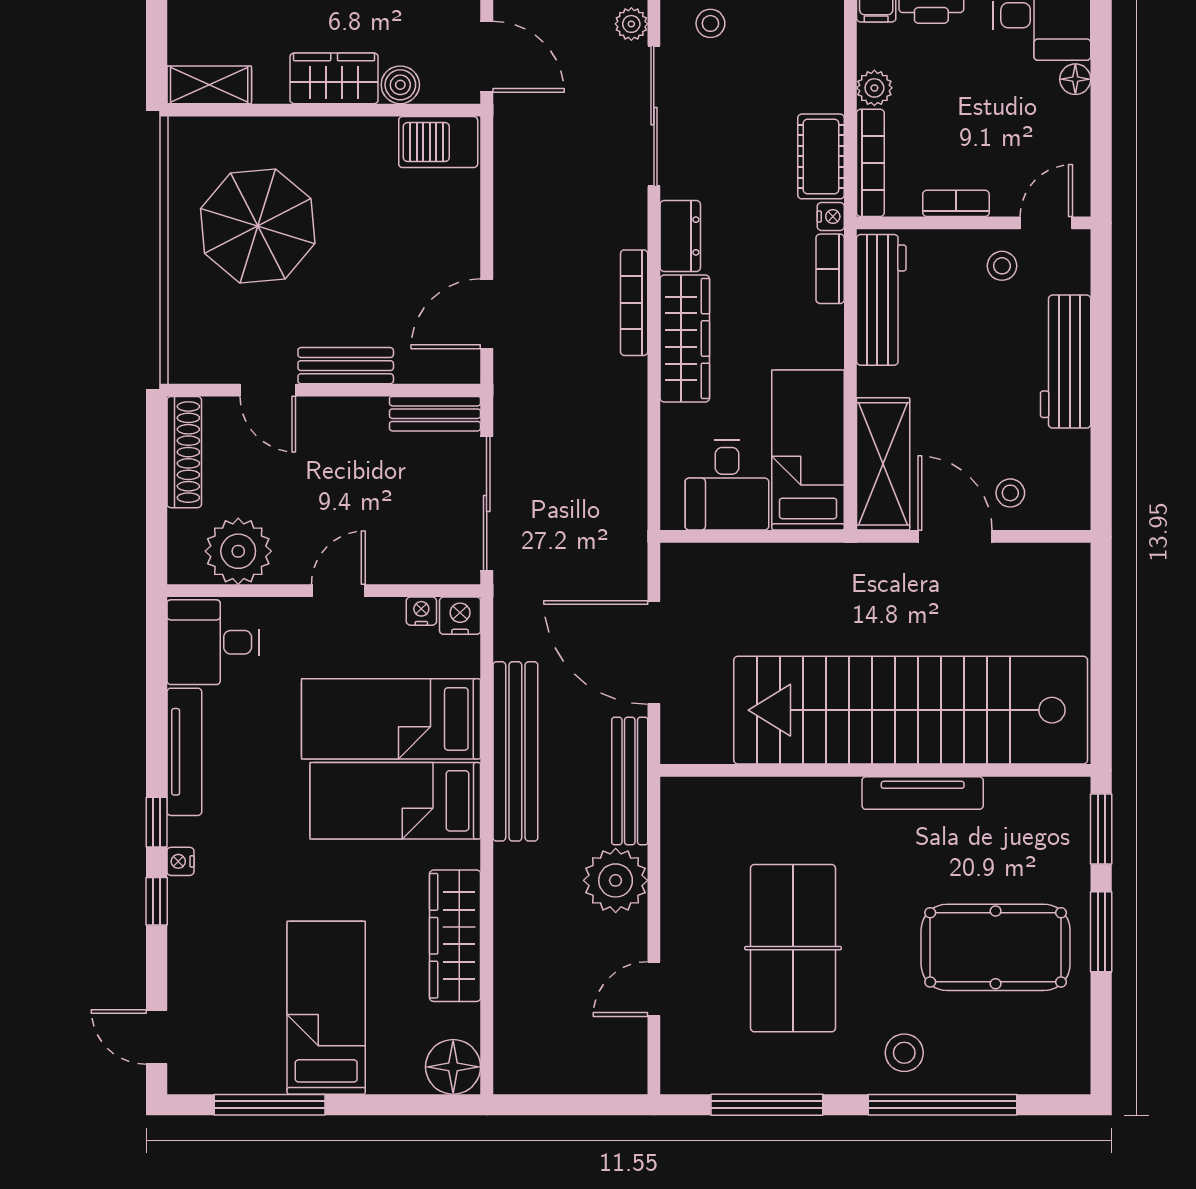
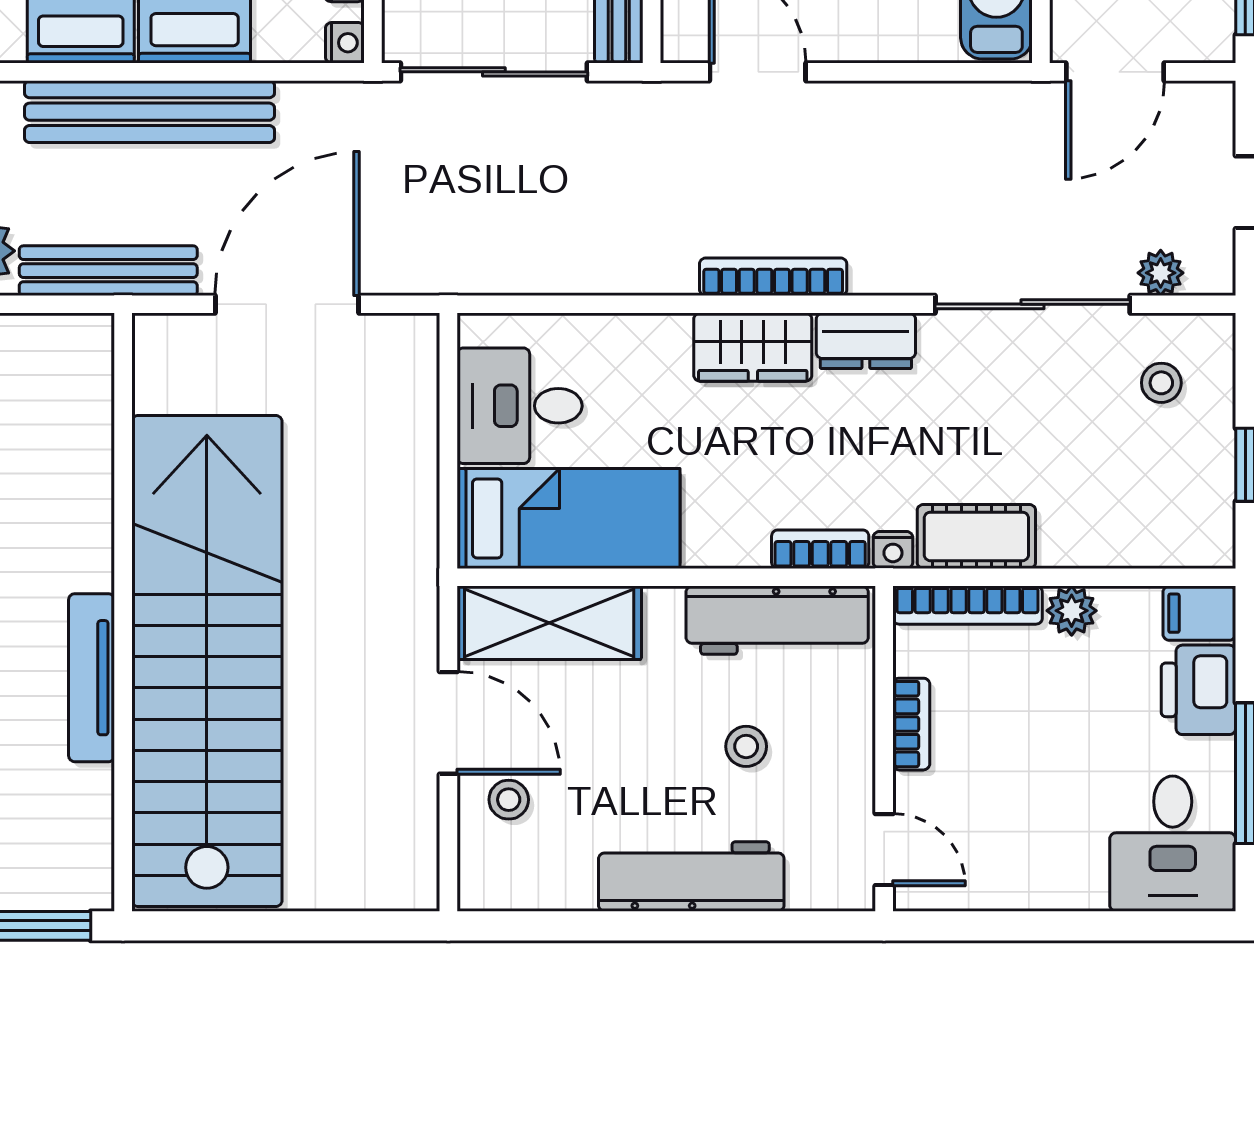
floor lamp: (1075, 79) -> (1084, 890), removed
stool: (1002, 266) -> (746, 746), moved
wardrobe: (685, 339) -> (753, 347), width x0.67
door: (955, 536) -> (448, 723), hinge flipped
nightstand: (460, 616) -> (345, 43), width x0.72, depth x0.74

